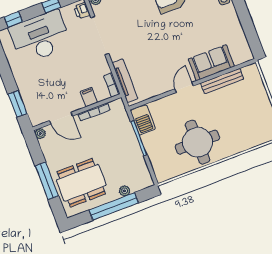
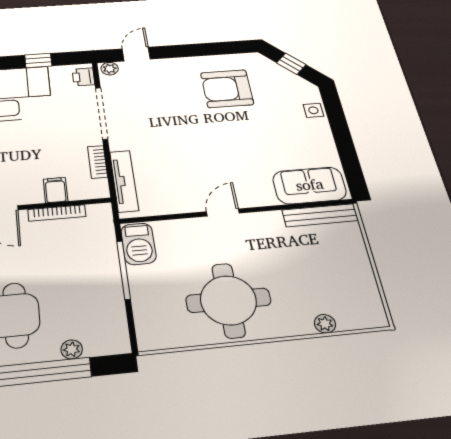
sofa: (211, 63) -> (310, 185), moved
bench: (222, 81) -> (320, 215), moved
bookcase: (112, 85) -> (98, 162), moved
plant: (250, 143) -> (325, 324), added

